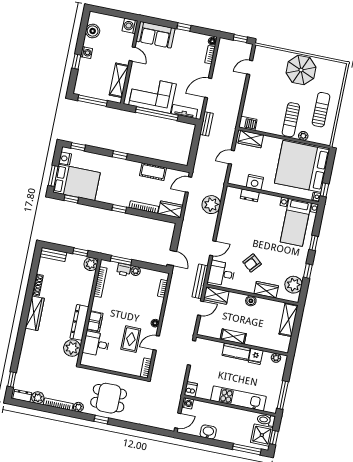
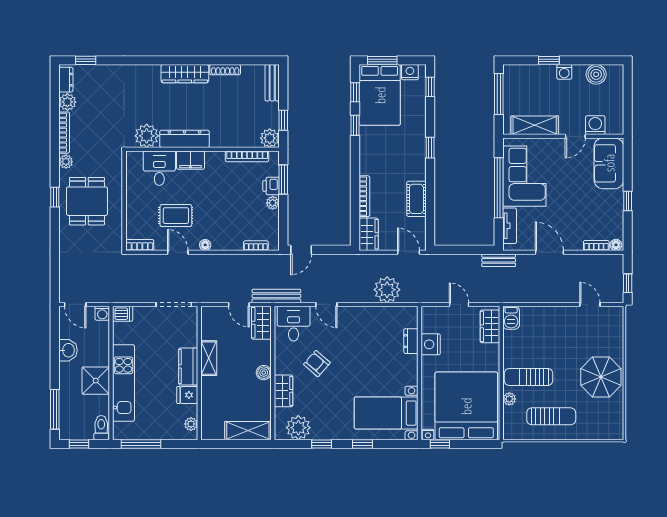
washing machine: (130, 26) -> (595, 125), moved
window: (119, 209) -> (355, 125), moved
shower: (262, 435) -> (96, 381), moved

